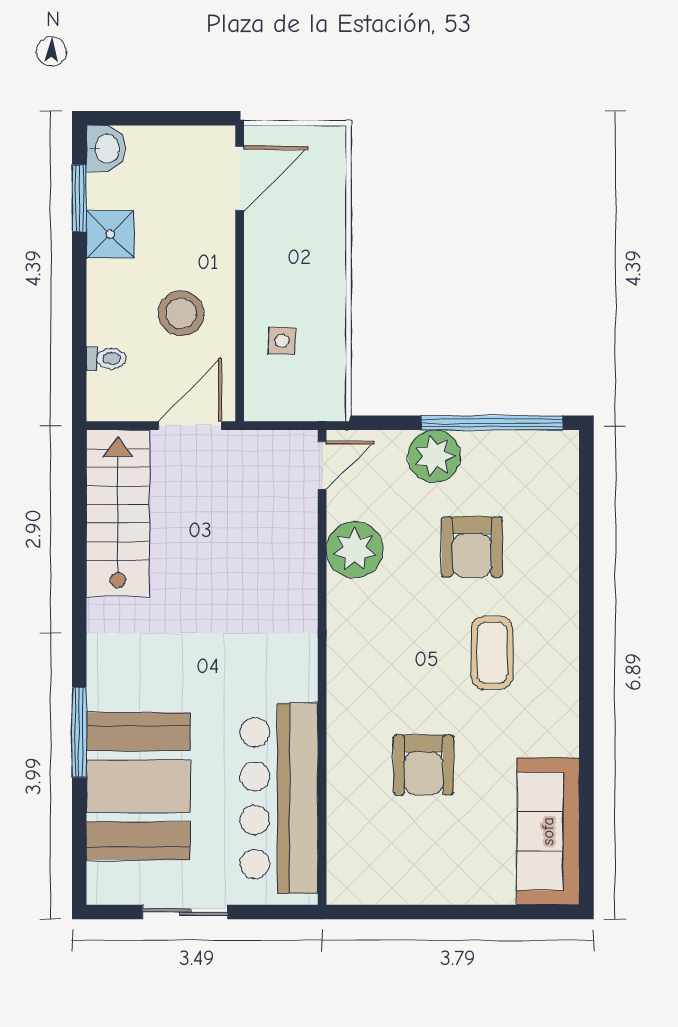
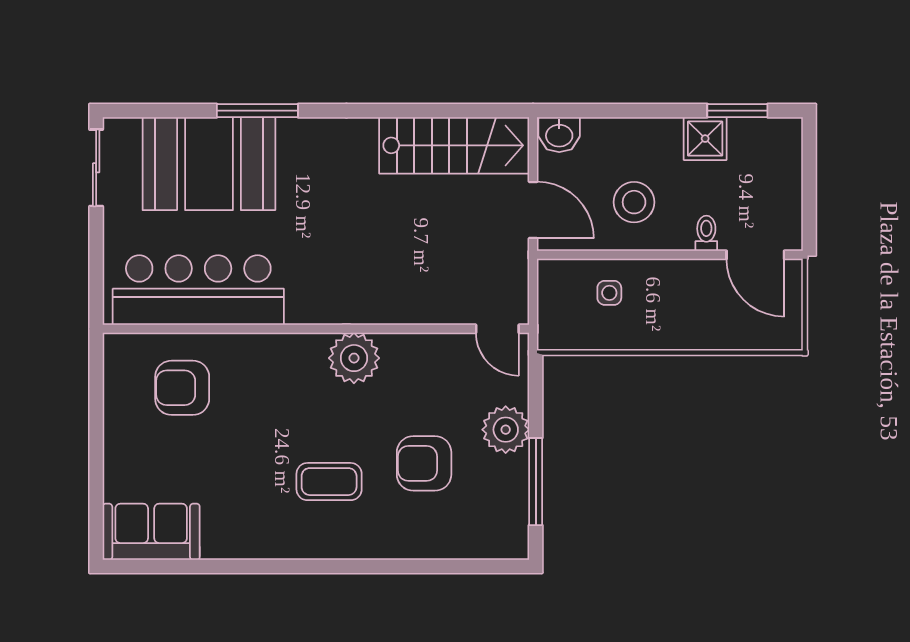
washbasin: (106, 149) -> (559, 135), moved
toilet: (106, 359) -> (706, 233), moved, turned 180
window: (492, 423) -> (536, 482), width x0.68
plant: (355, 550) -> (354, 358), moved
armchair: (424, 765) -> (182, 388), moved
sofa: (548, 831) -> (151, 532), width x0.73
sliding door: (185, 912) -> (96, 168), moved

